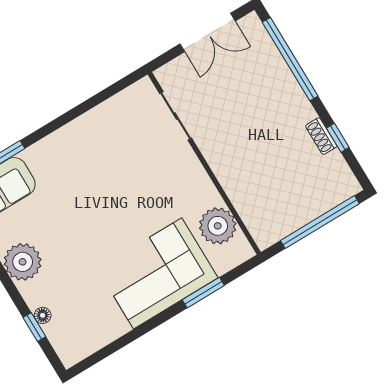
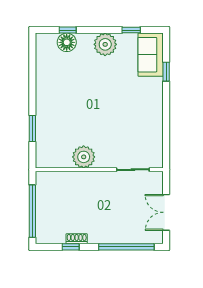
plant: (218, 226) -> (84, 157), moved
corner sofa: (158, 273) -> (57, 111), removed
floor lamp: (43, 315) -> (67, 42), width x1.89, depth x1.89

